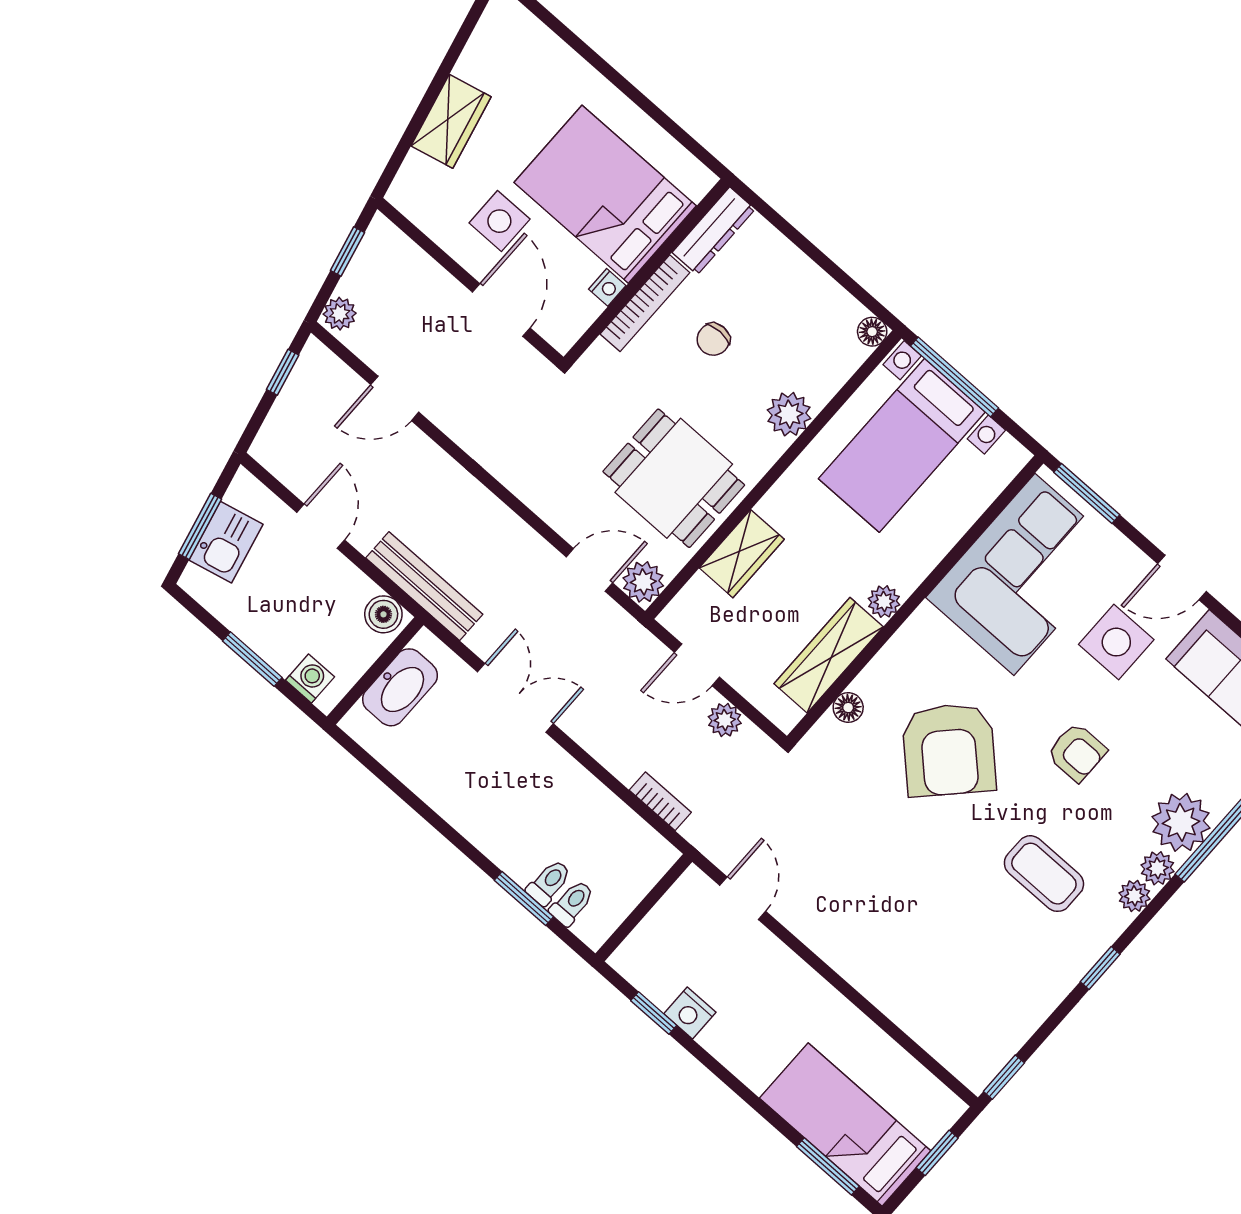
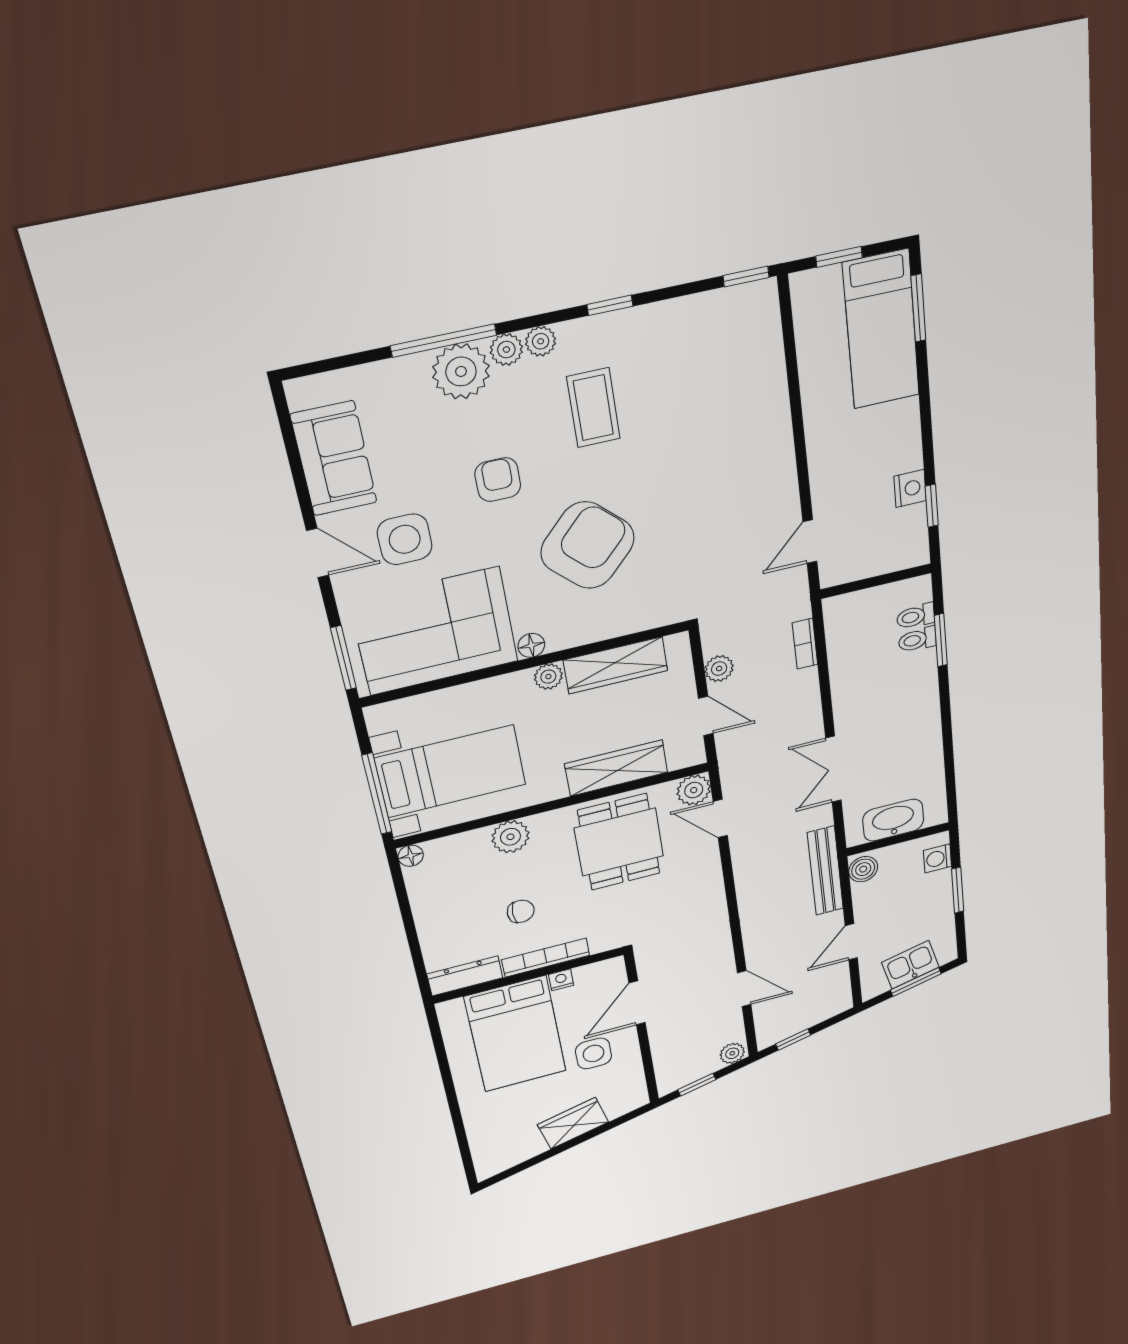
wardrobe: (742, 554) -> (616, 768), width x1.50
floor lamp: (848, 708) -> (531, 645), moved

